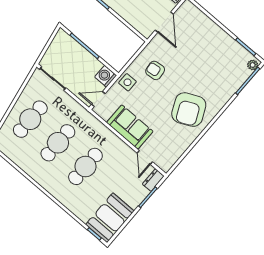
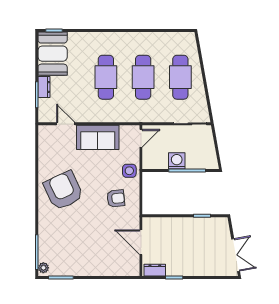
washing machine: (106, 76) -> (177, 161), moved, turned -90
dresser: (153, 180) -> (44, 87), moved

